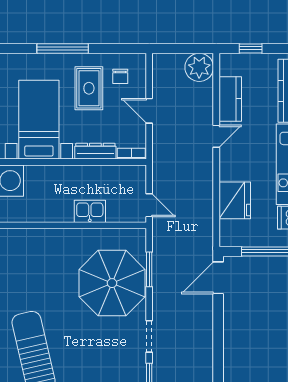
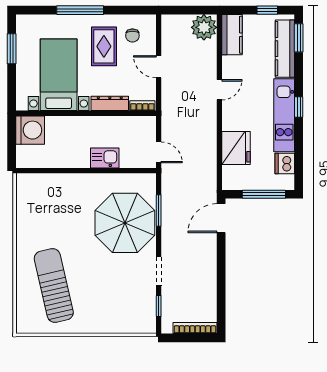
window: (251, 48) -> (267, 10), moved
kitchen counter: (230, 99) -> (232, 35), moved

